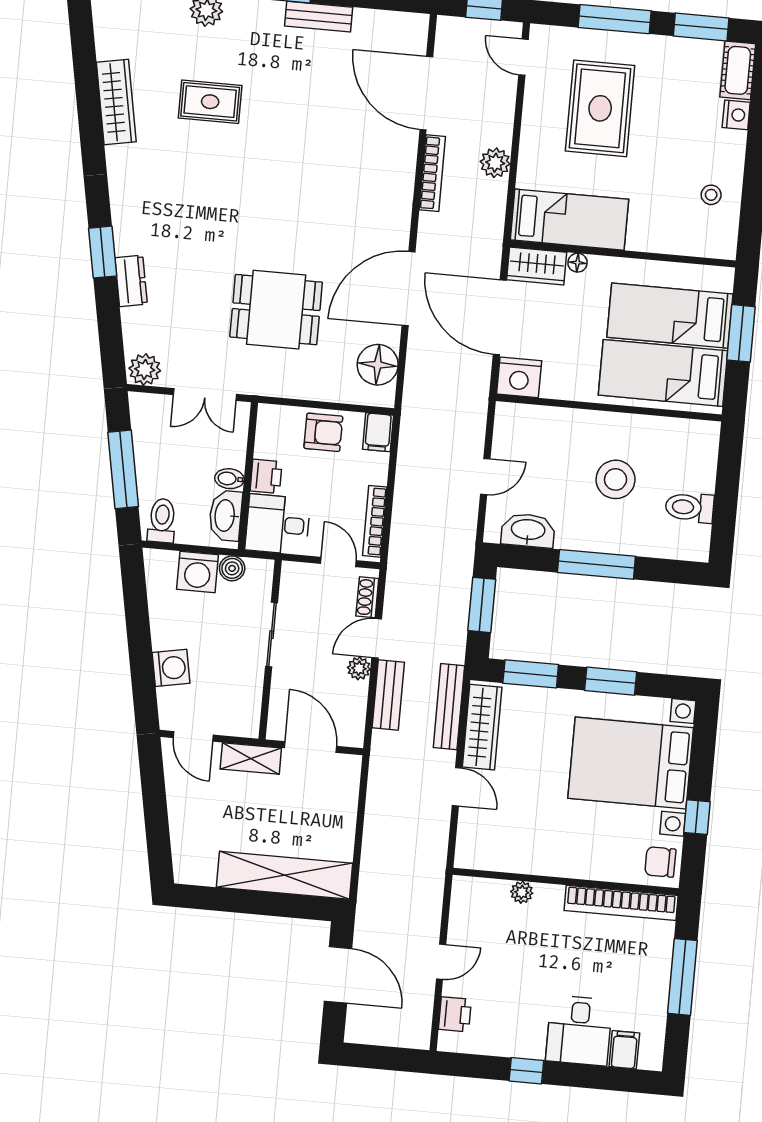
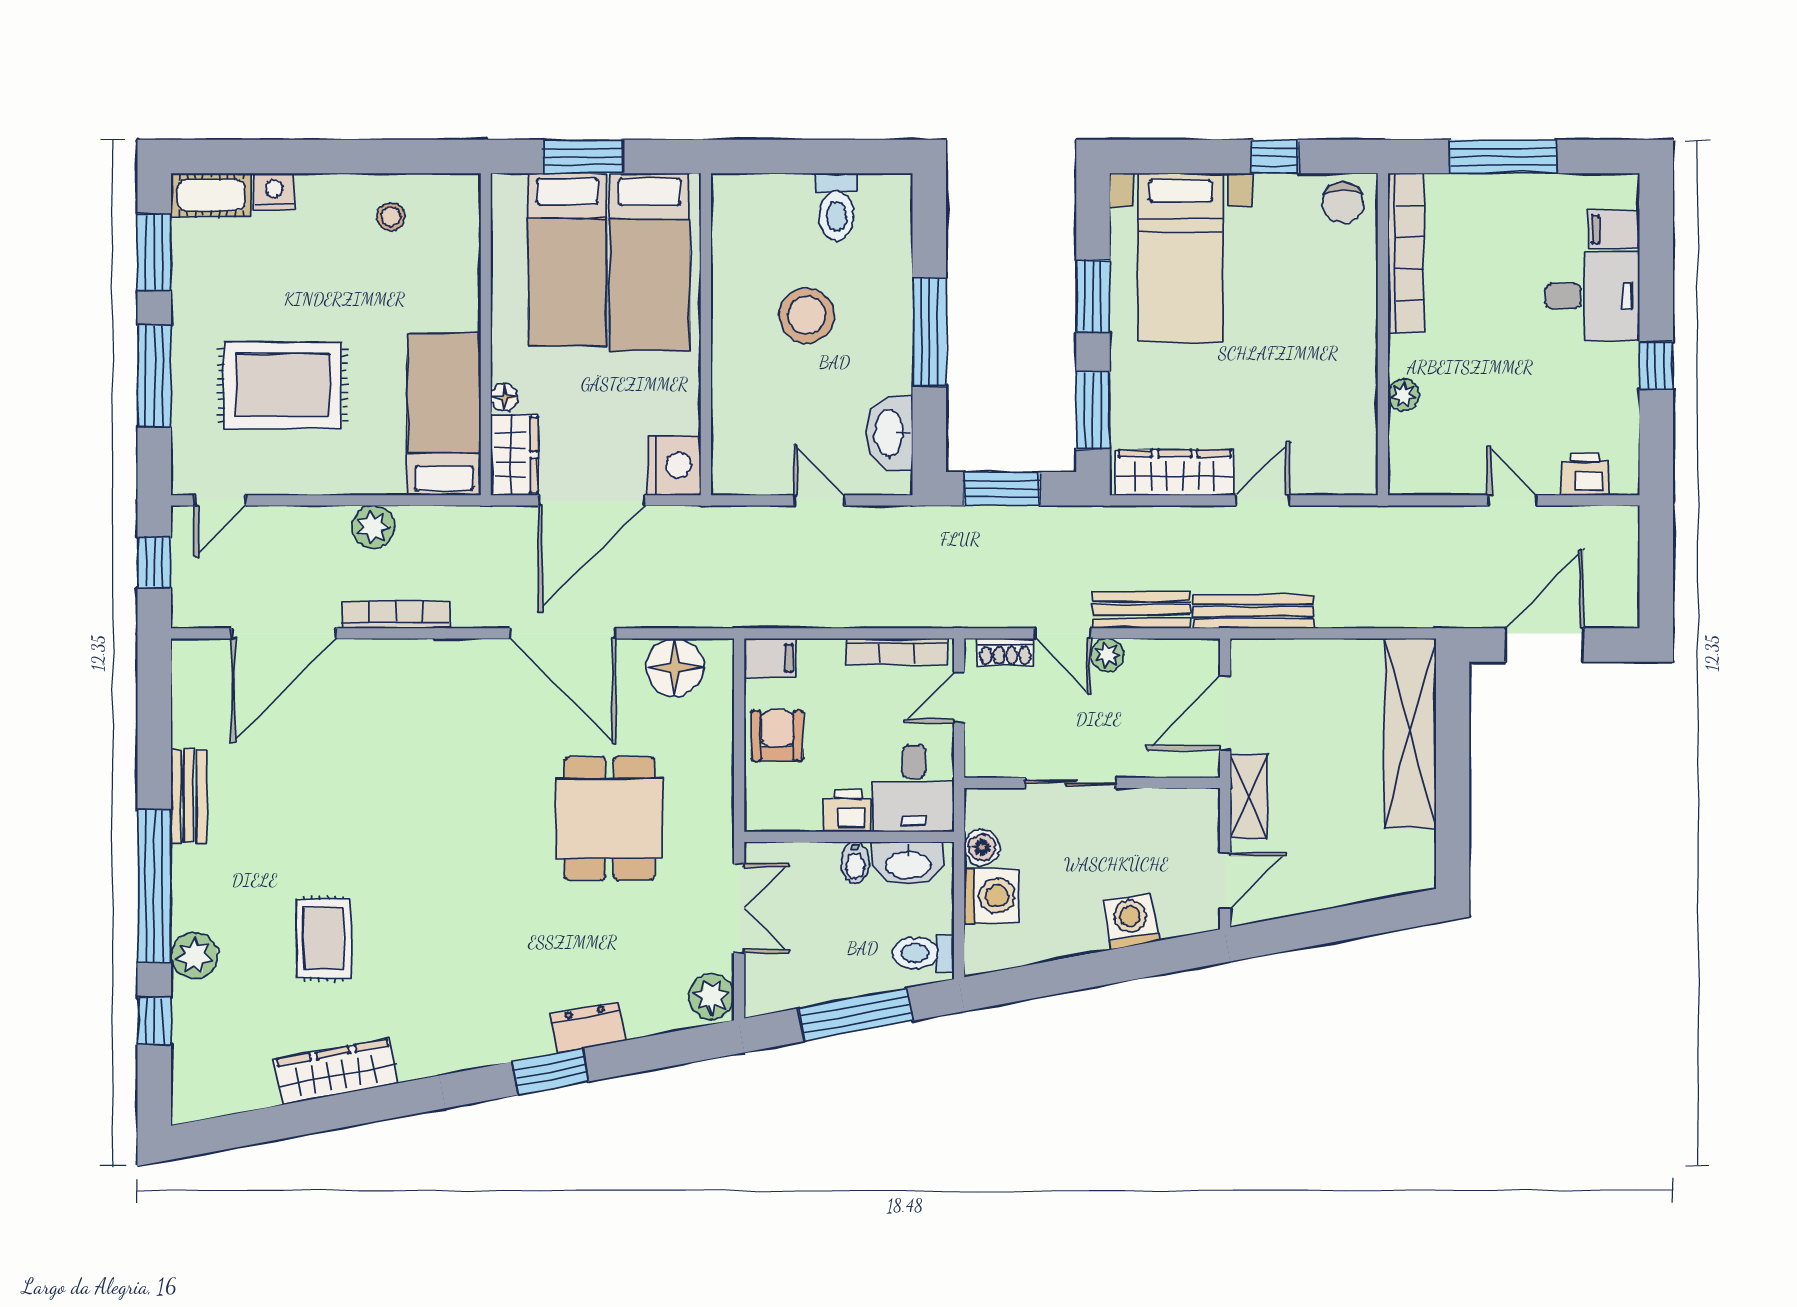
bench: (449, 707) -> (1254, 612), moved
bed with nightstands: (631, 763) -> (1181, 258), width x0.73

